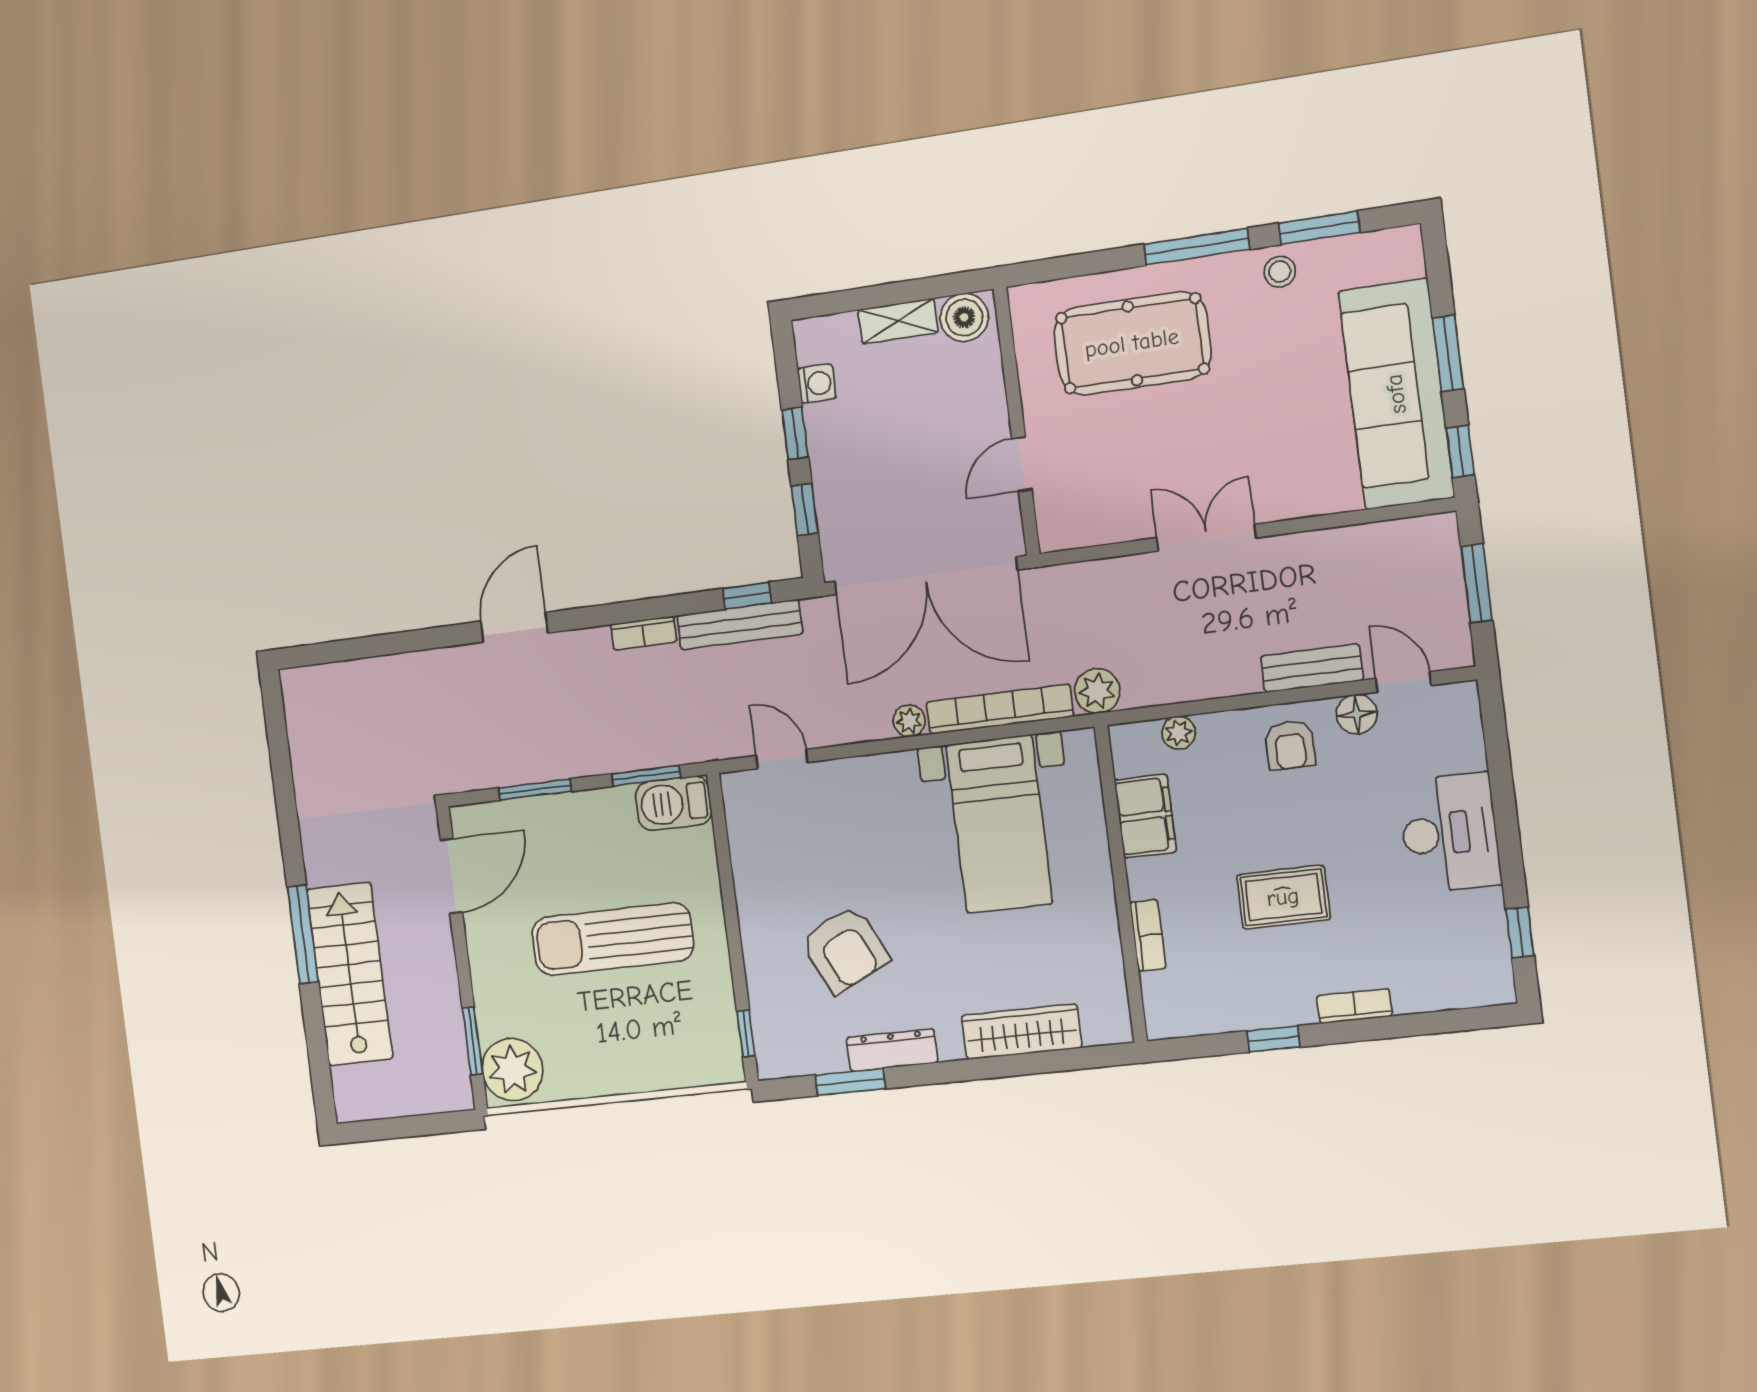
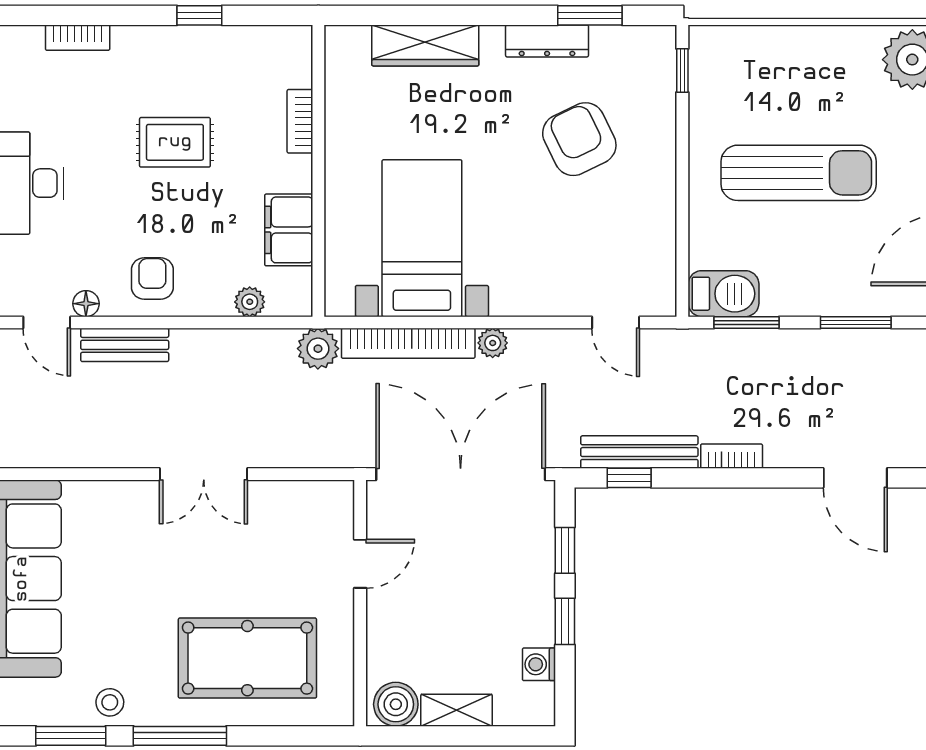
door: (514, 627) -> (855, 478), hinge flipped
floor lamp: (1357, 714) -> (86, 304), width x0.73, depth x0.73
bookcase: (1354, 1006) -> (78, 38), moved

